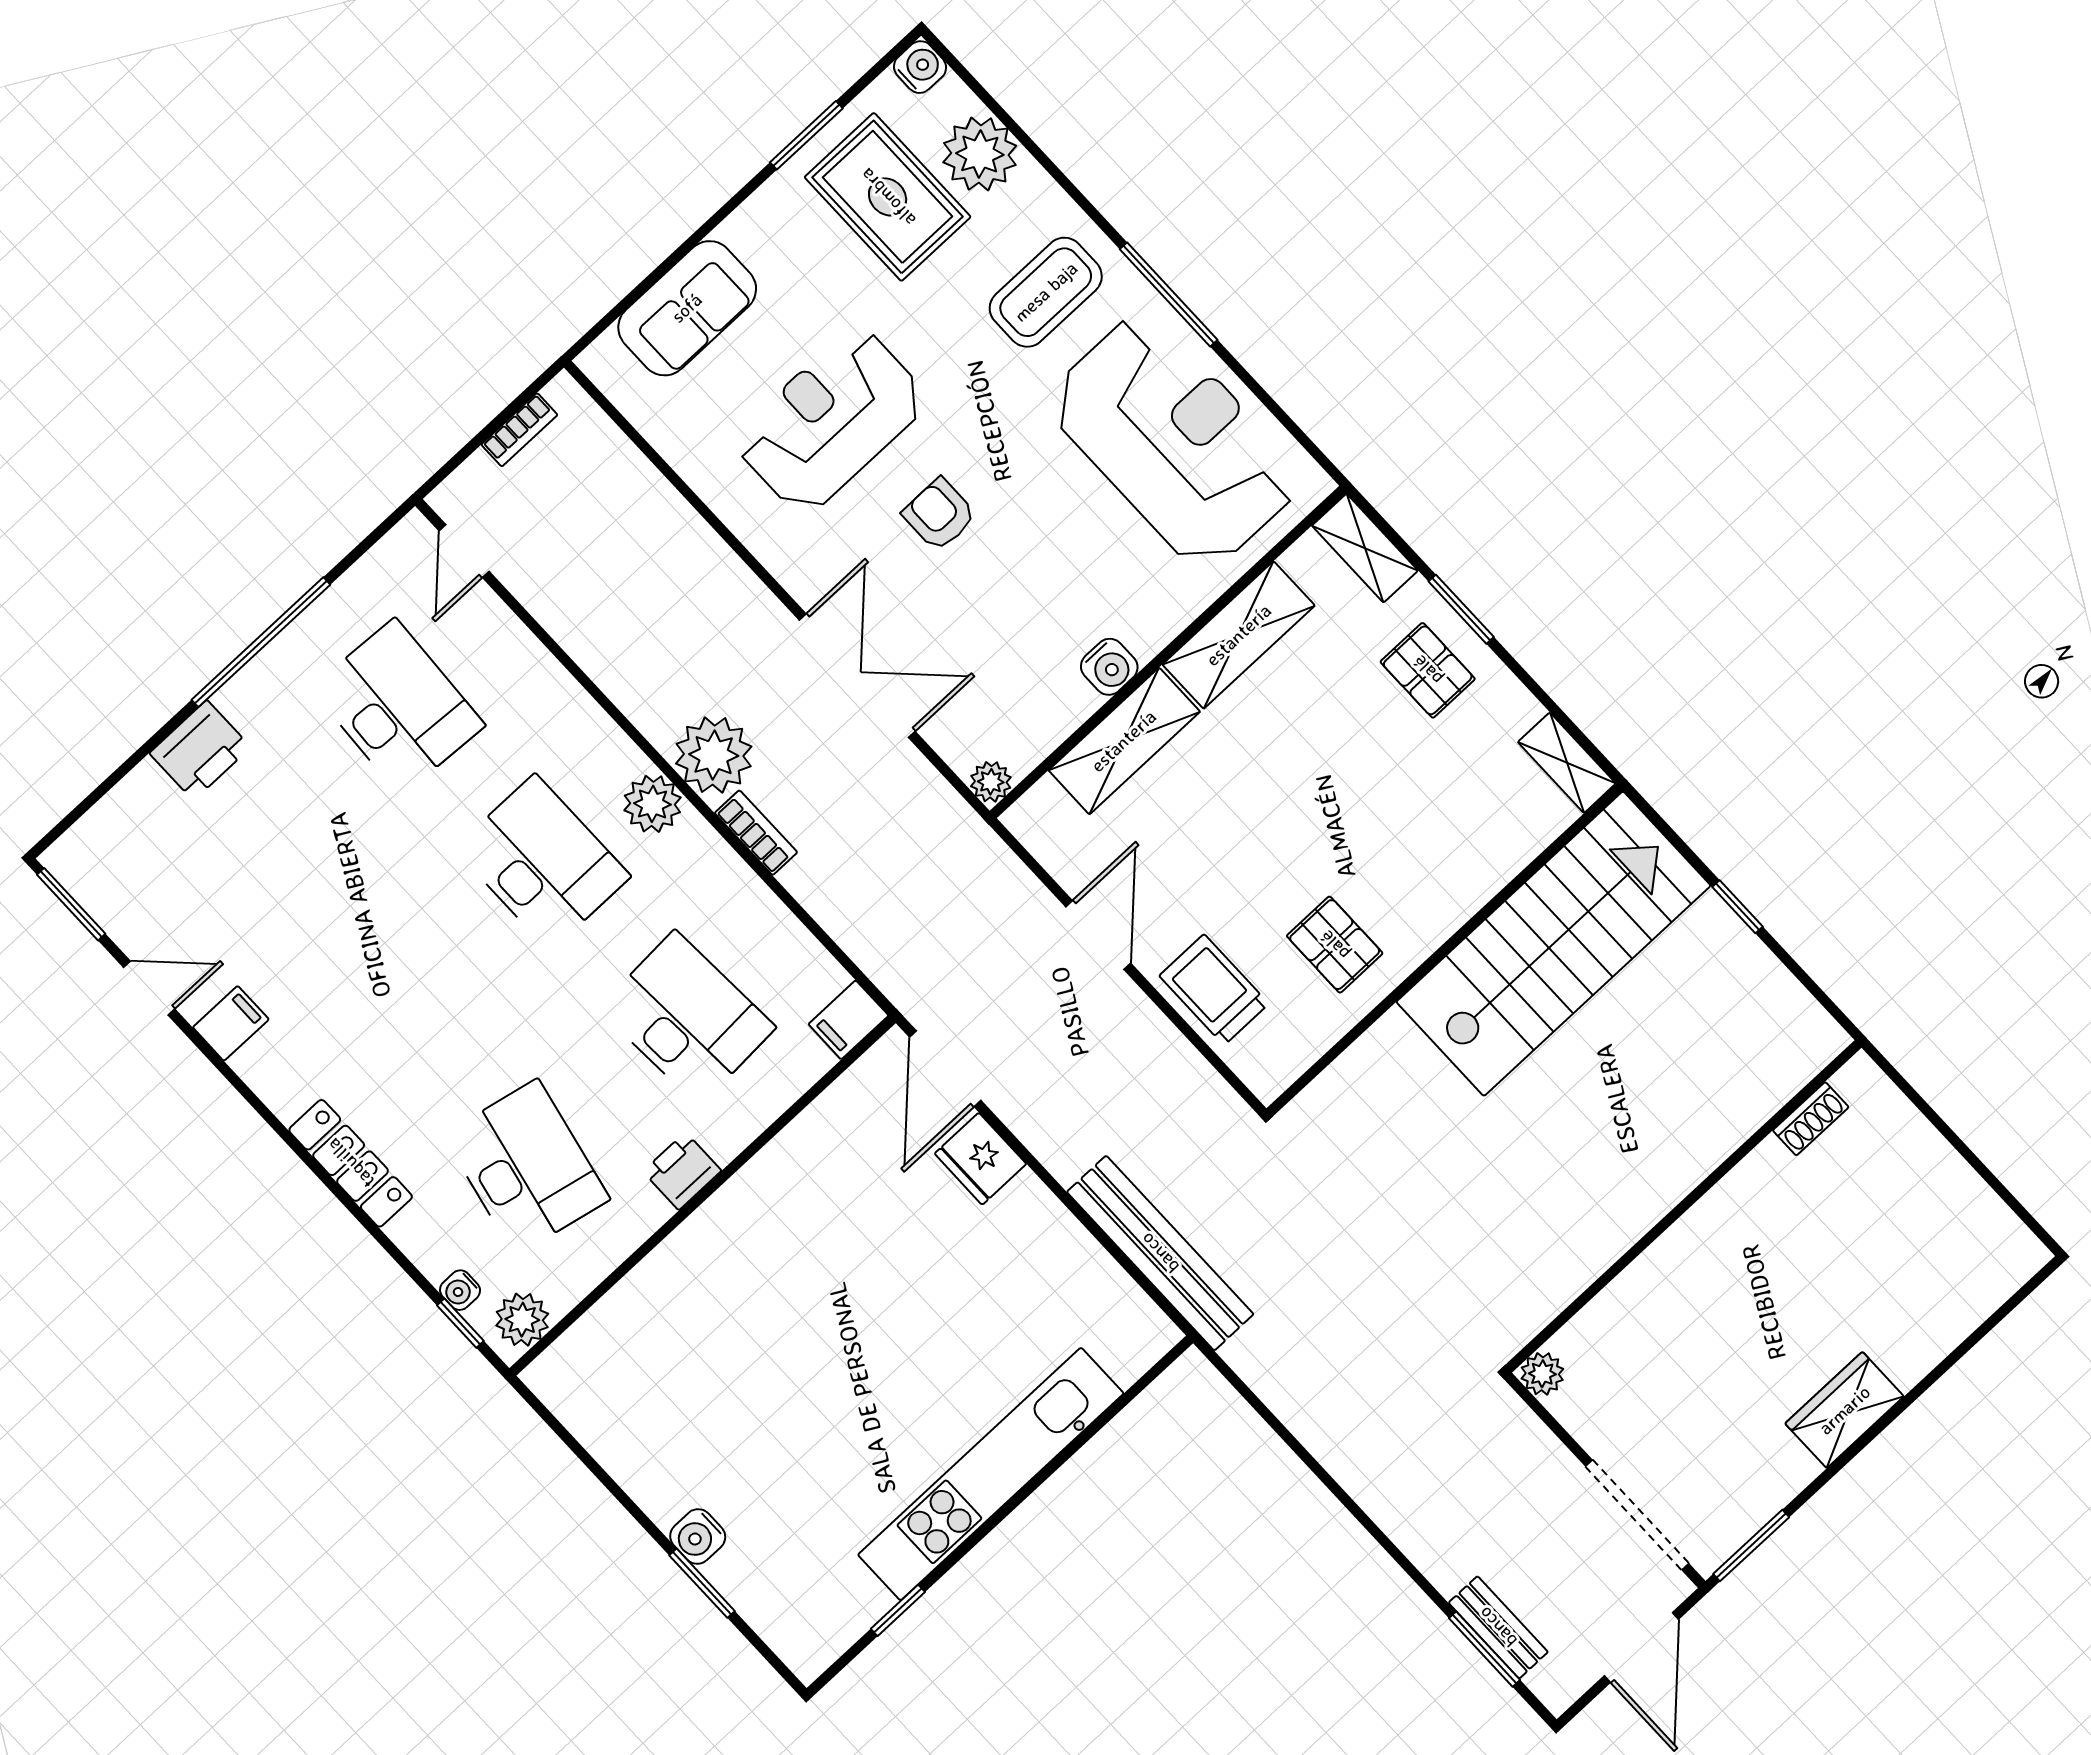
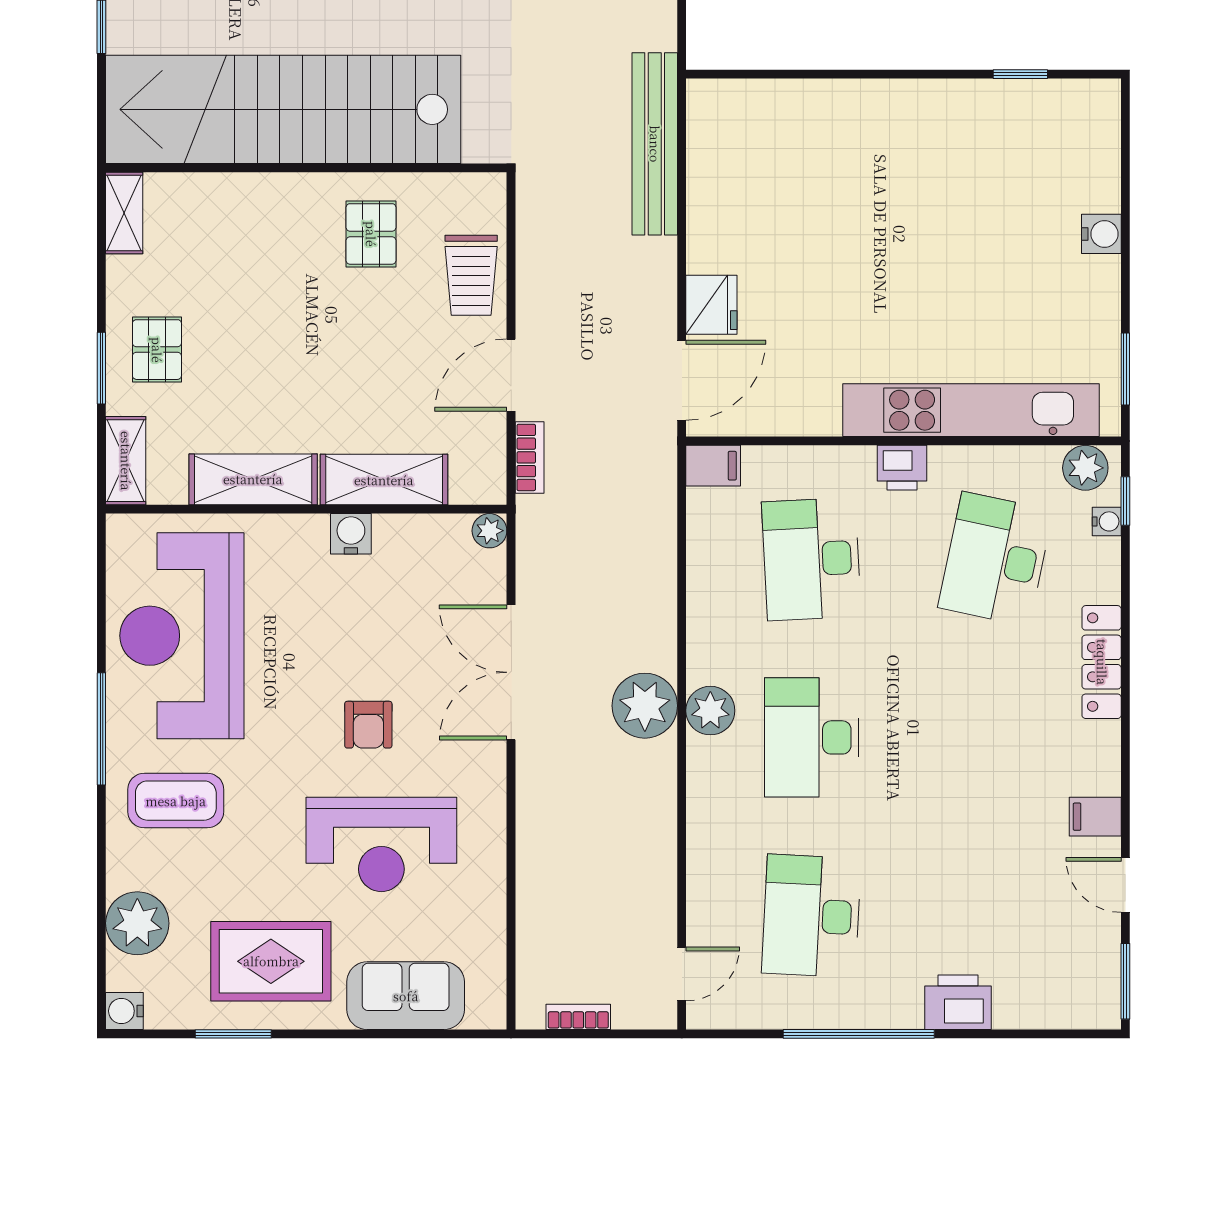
rug: (888, 197) -> (271, 961), moved, turned 90
bookcase: (756, 833) -> (530, 457), moved, turned 180
stairs: (1553, 944) -> (283, 109), width x1.36
kitchen unit: (991, 1474) -> (971, 410), moved, turned 180
window: (702, 1583) -> (1125, 369), moved

